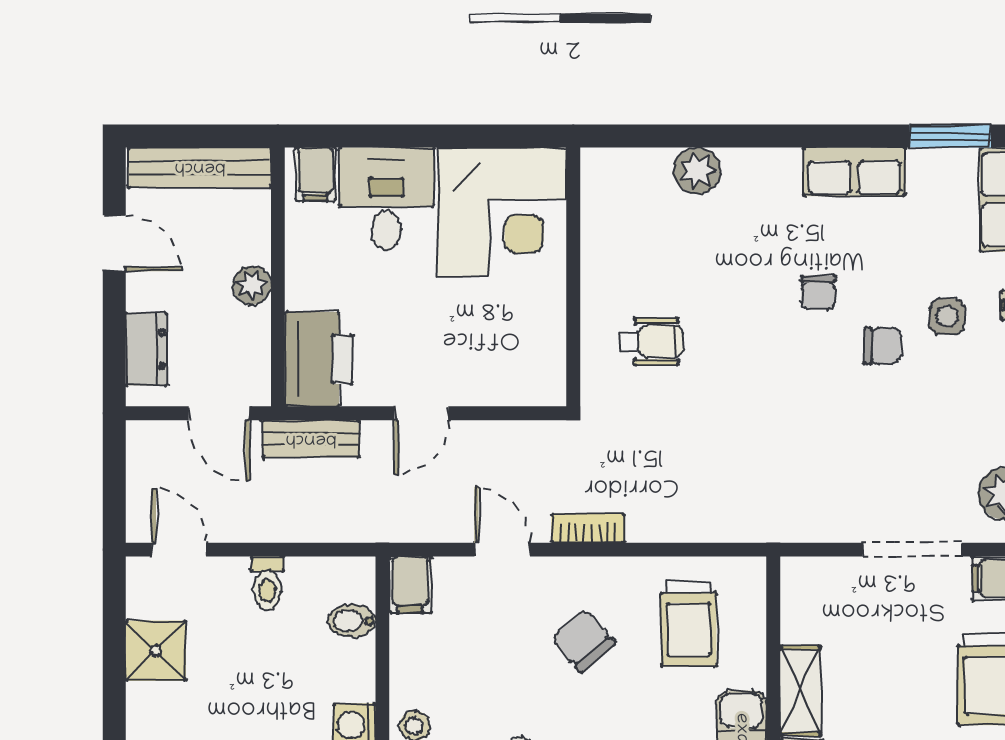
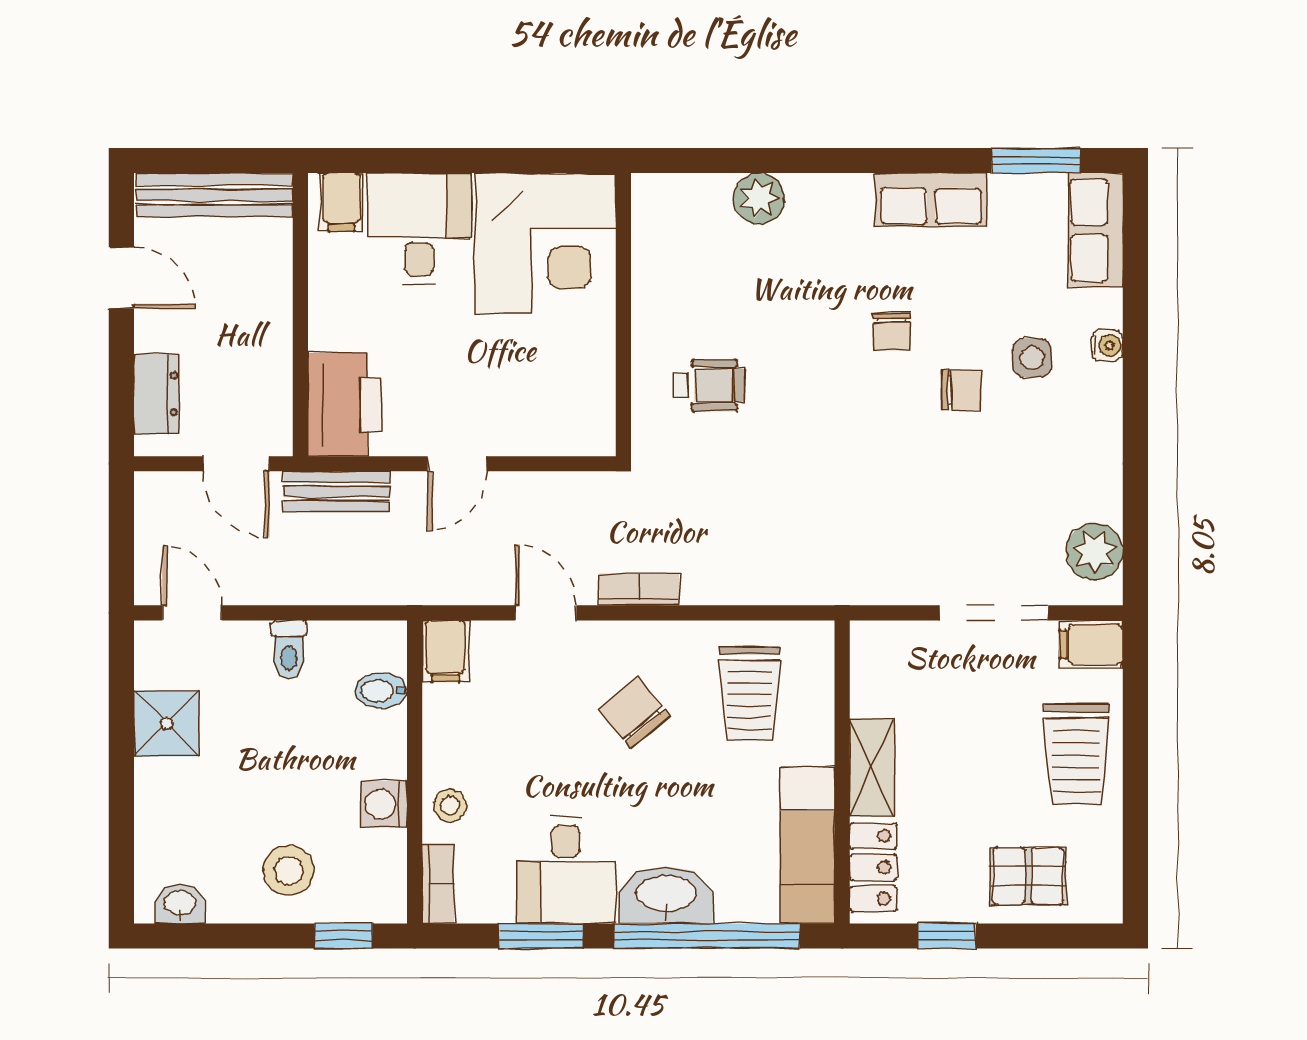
plant: (252, 285) -> (272, 324), removed

